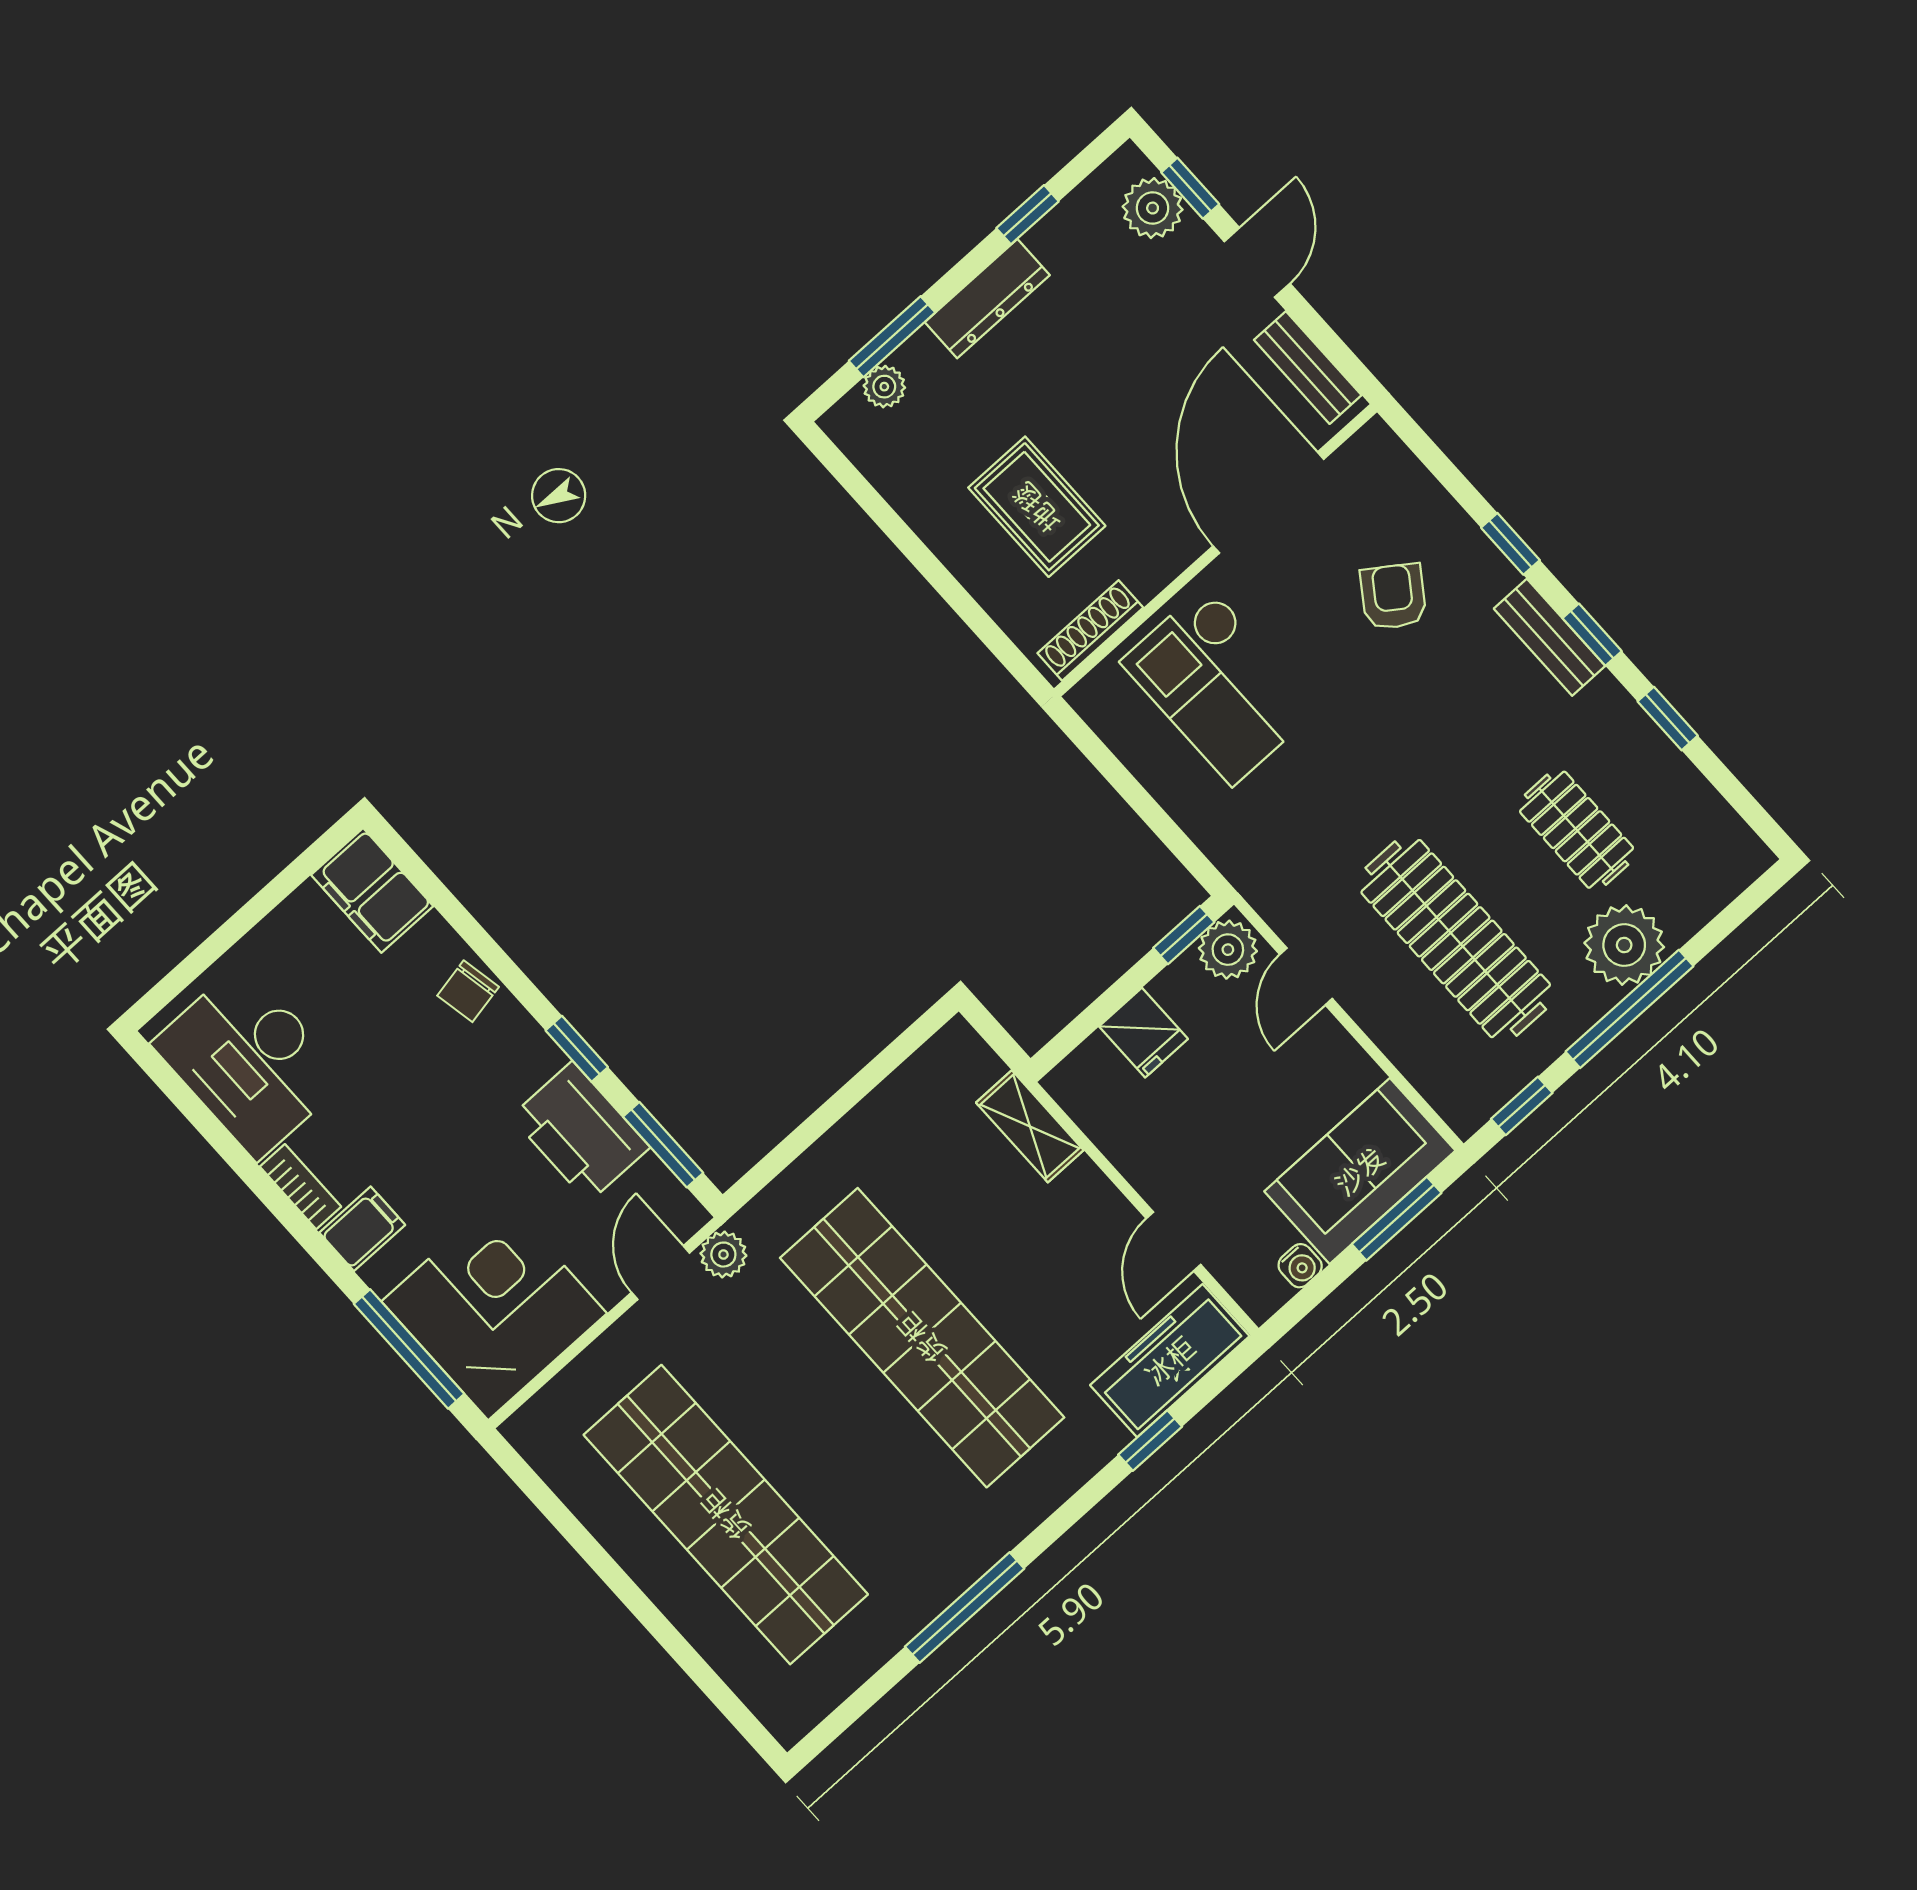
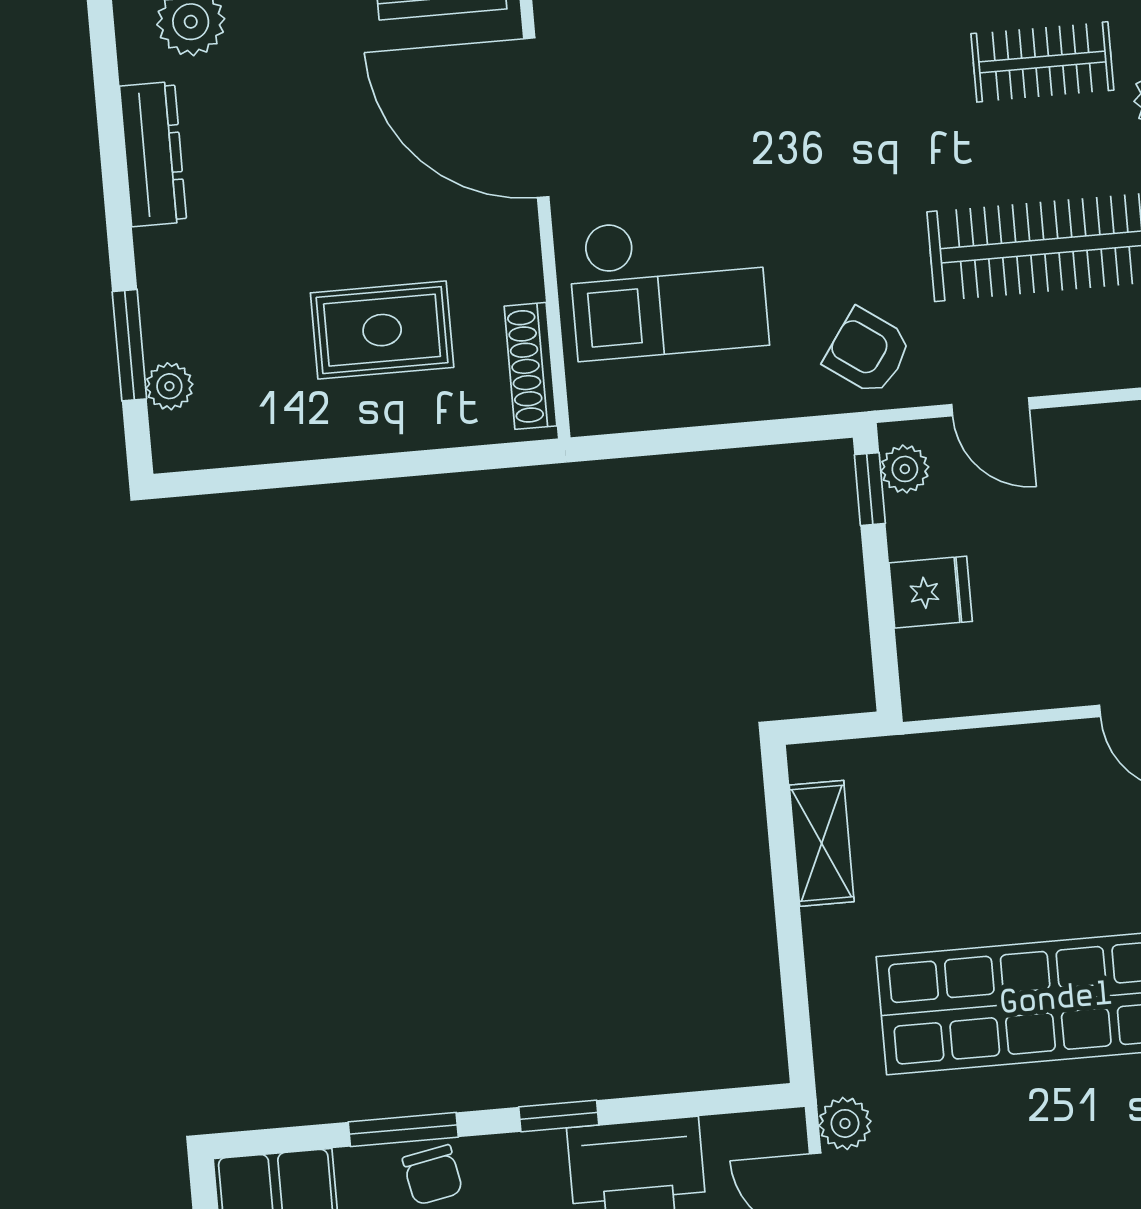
window: (1028, 215) -> (111, 139), removed
dresser: (987, 299) -> (153, 154), moved
armchair: (1393, 597) -> (868, 352), moved
plant: (1228, 950) -> (905, 469), width x0.73, depth x0.73
shelving: (1030, 1126) -> (822, 843), moved, turned 90
window: (663, 1145) -> (403, 1129), moved

